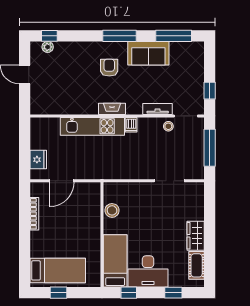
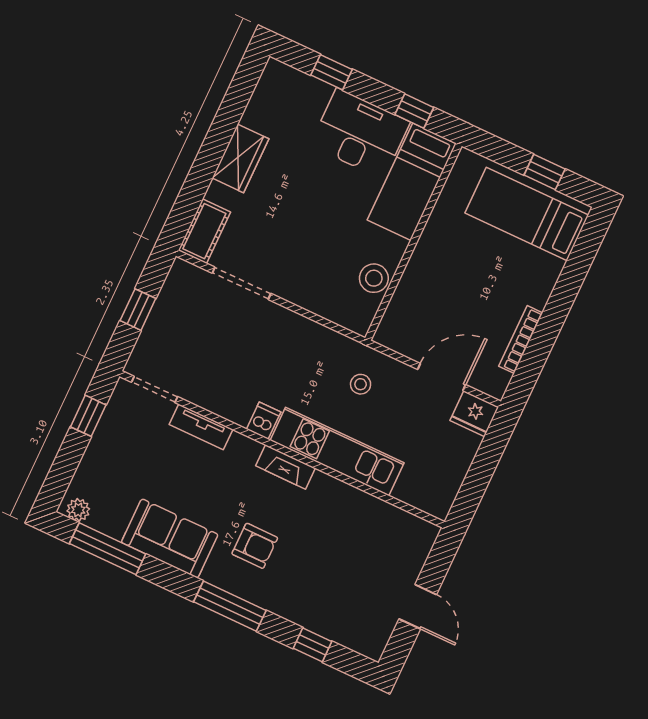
window: (49, 36) -> (313, 645), moved
window: (119, 36) -> (230, 606), moved
plant: (48, 47) -> (78, 510), moved
armchair: (109, 68) -> (255, 546), turned -90
stool: (168, 126) -> (361, 384), moved
window: (210, 148) -> (138, 310), width x0.46
fridge: (38, 160) -> (474, 414), moved, turned -90
cot: (197, 265) -> (204, 231), moved

